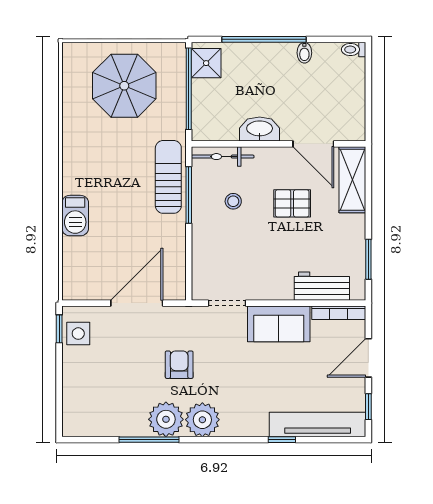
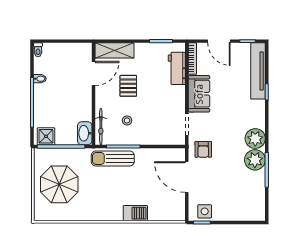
washbasin: (260, 129) -> (85, 133), moved
armchair: (179, 365) -> (203, 149), moved, turned -90

